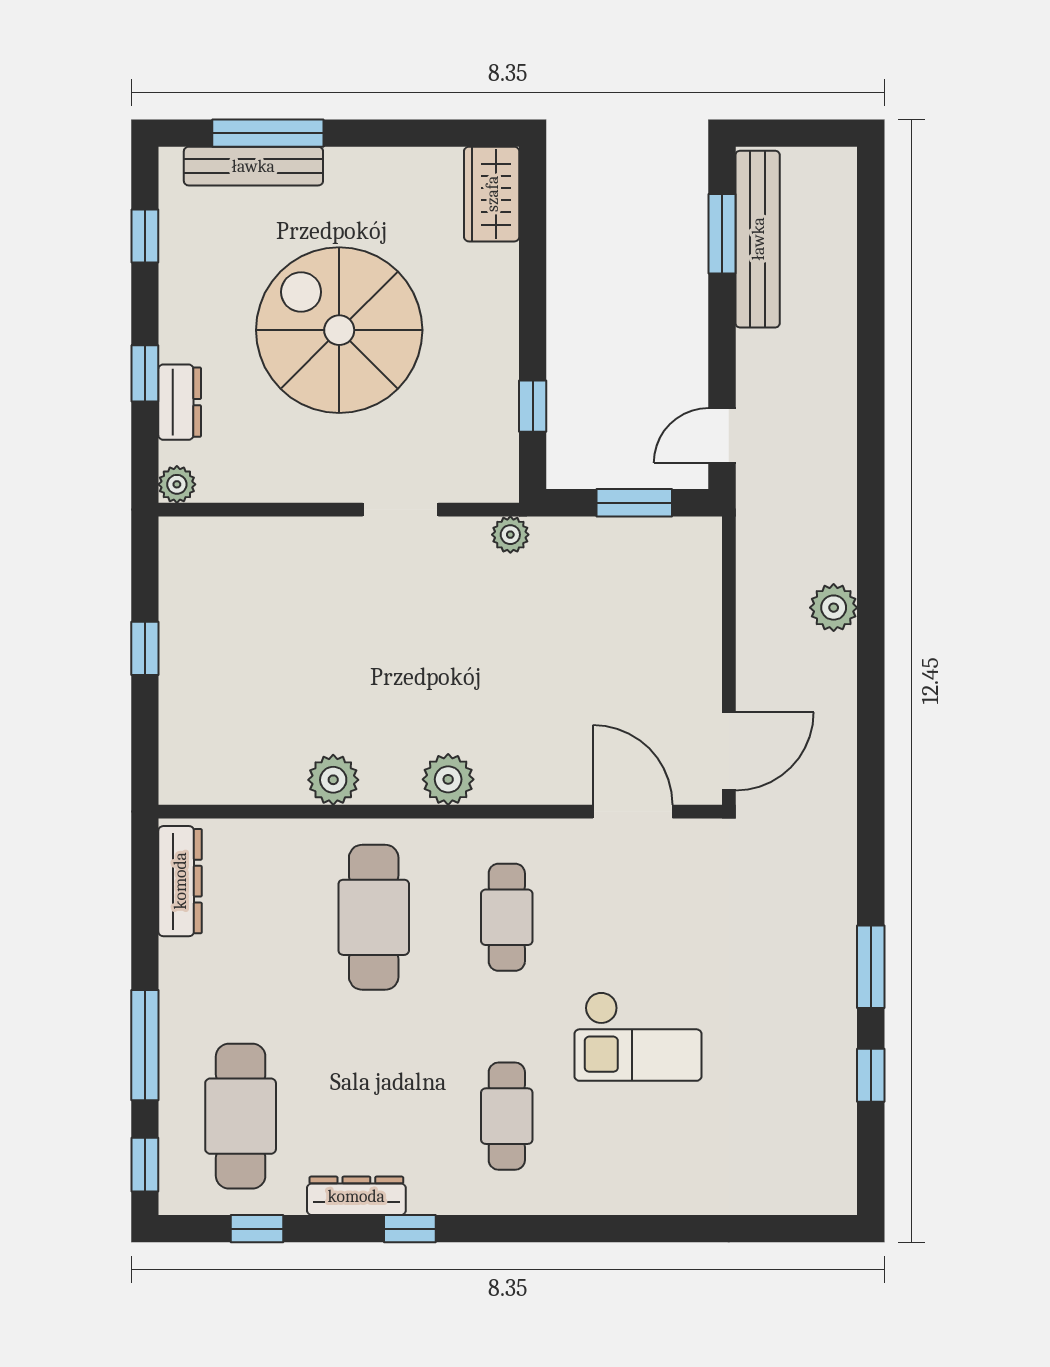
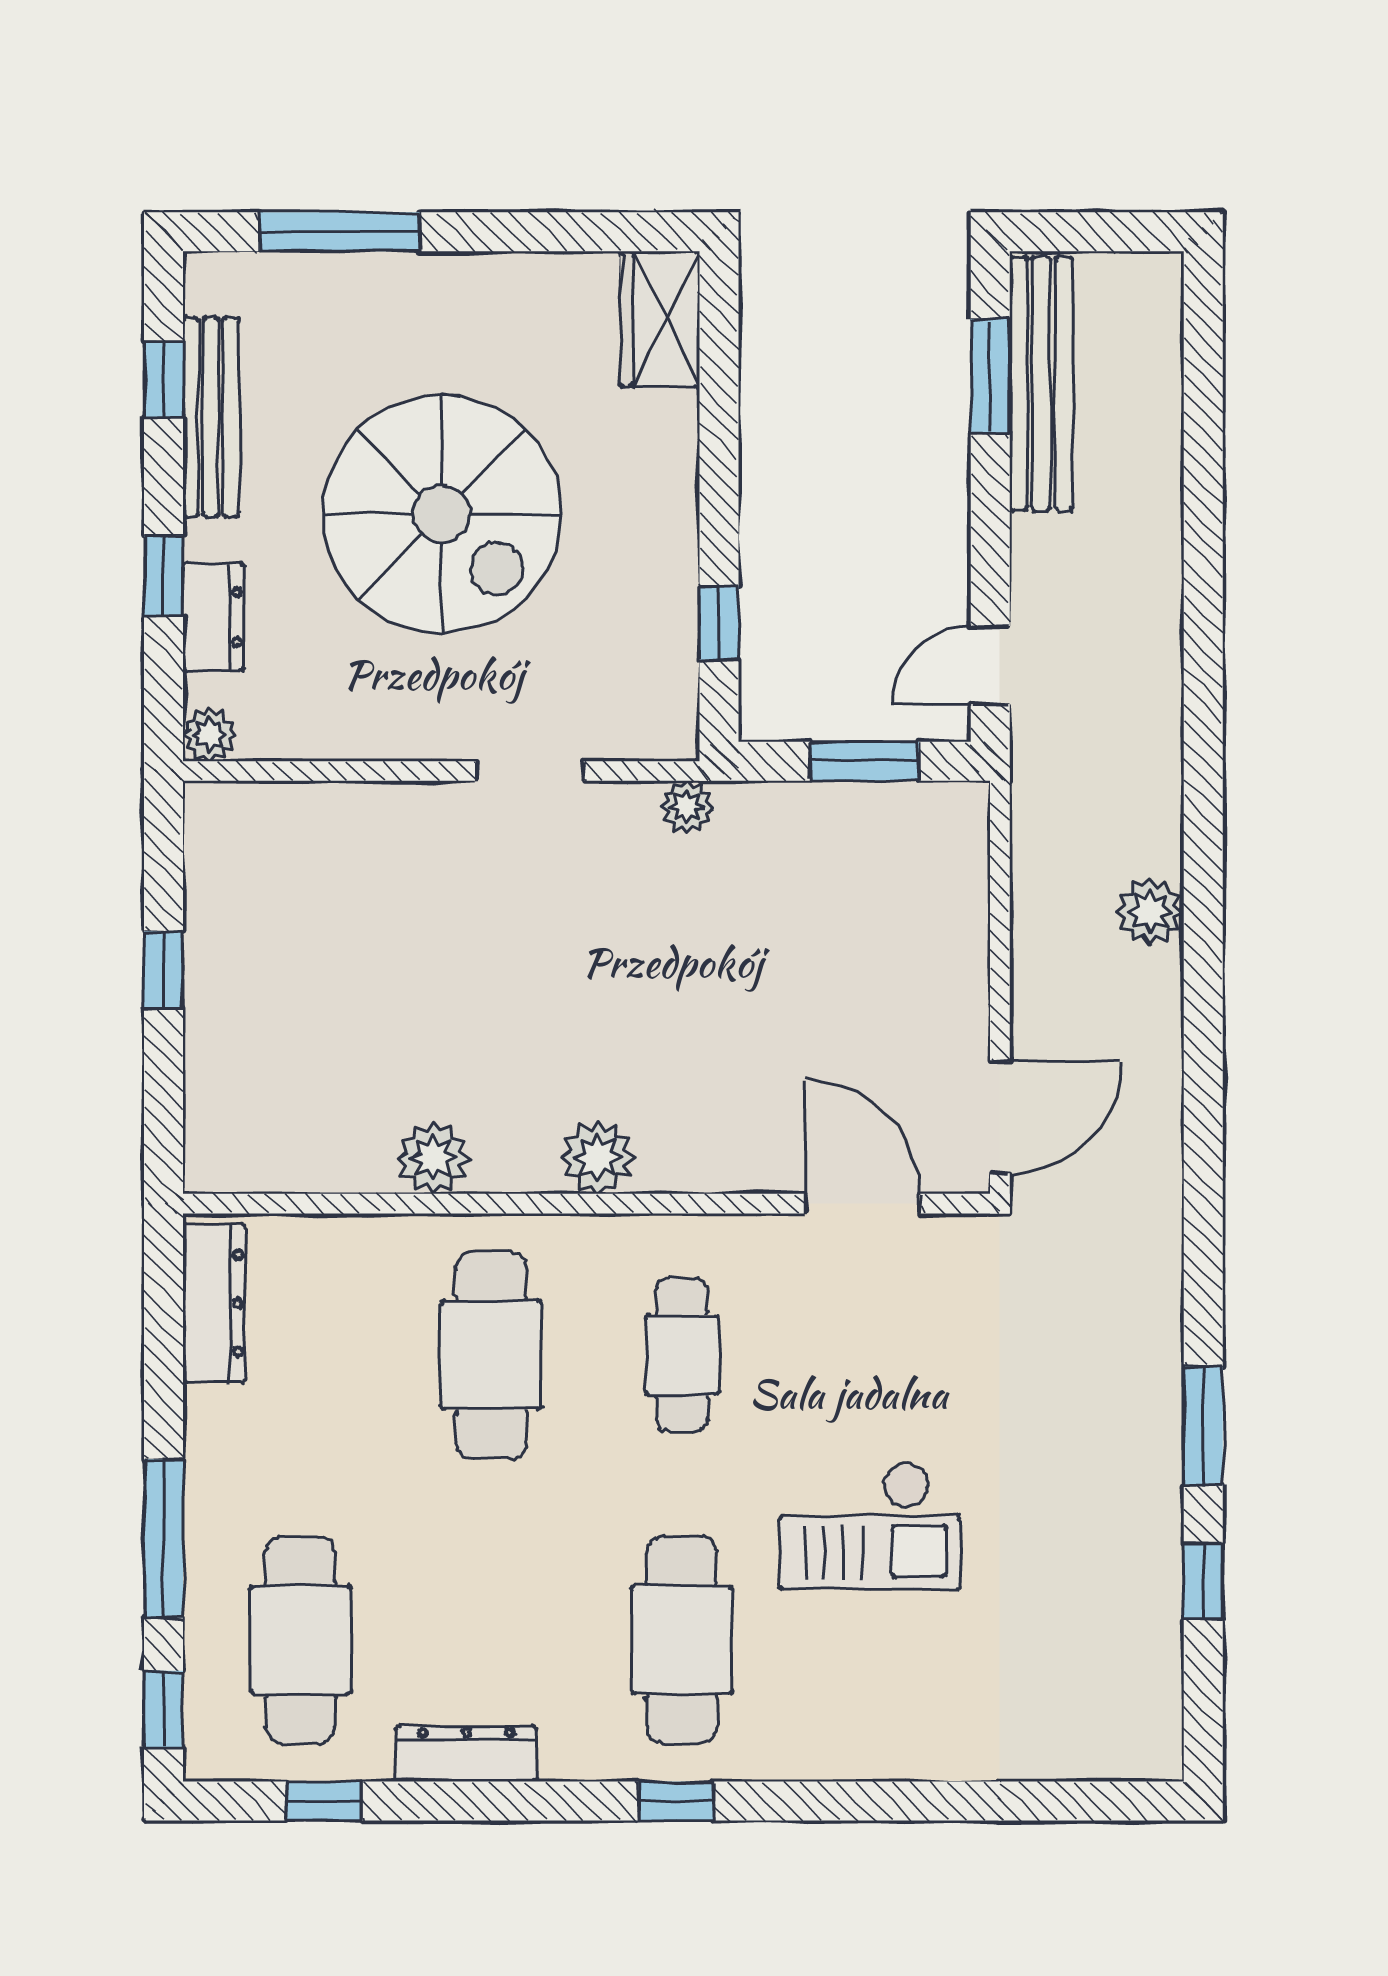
bench: (253, 166) -> (211, 417), moved, turned 90
spiral stairs: (339, 330) -> (442, 514), turned 180
cafe table: (507, 1116) -> (682, 1640), width x1.37, depth x1.35
window: (410, 1229) -> (676, 1801), moved

